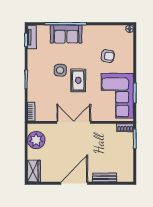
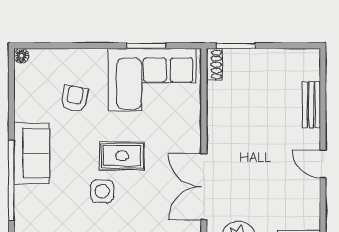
sofa: (66, 34) -> (32, 153), moved
double door: (74, 122) -> (204, 187), moved
door: (74, 183) -> (323, 164), width x0.53

